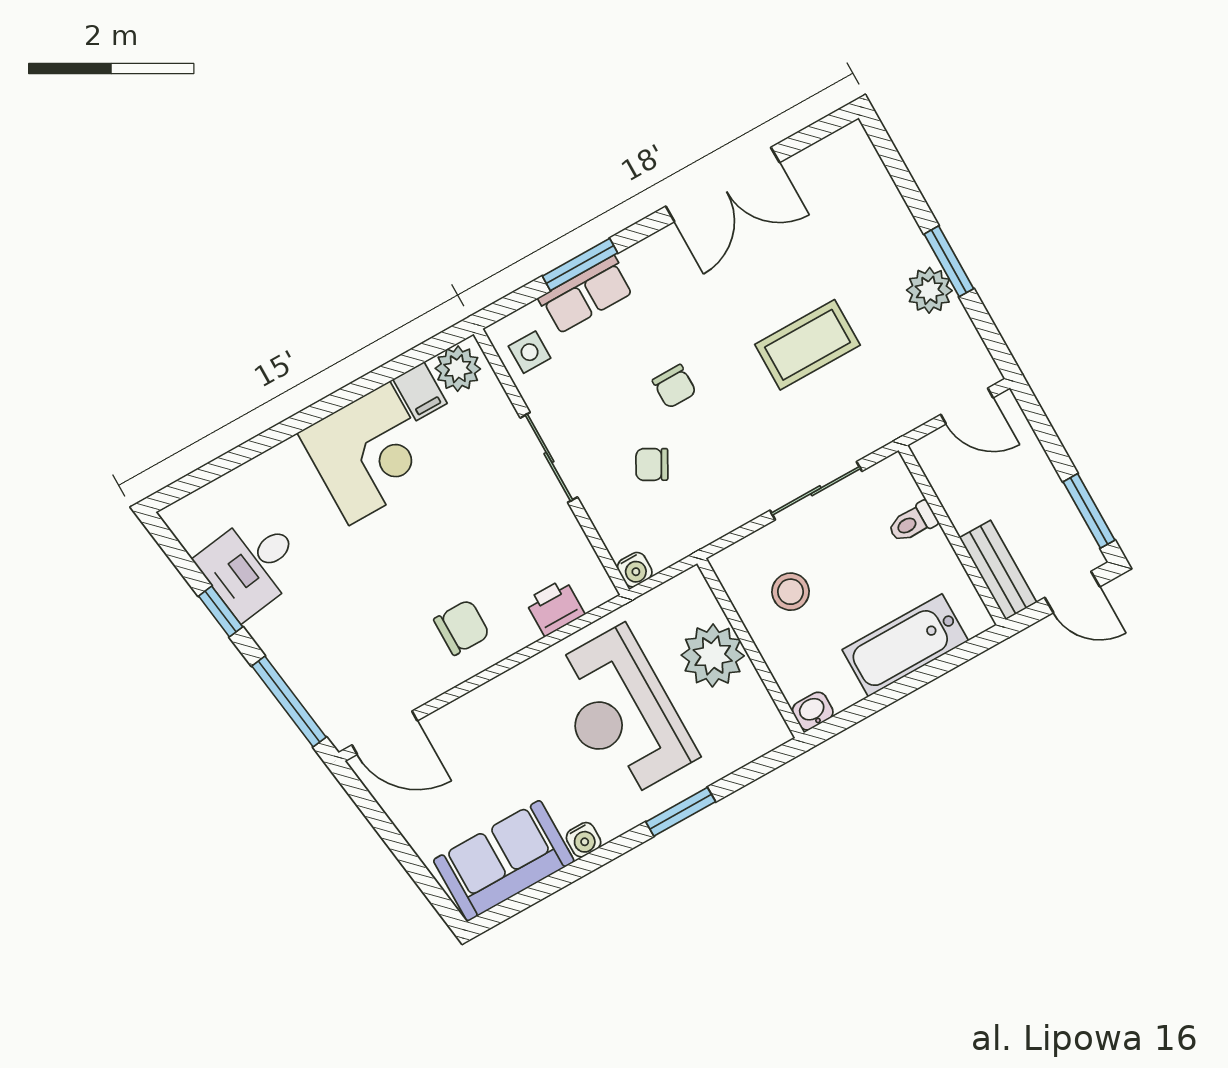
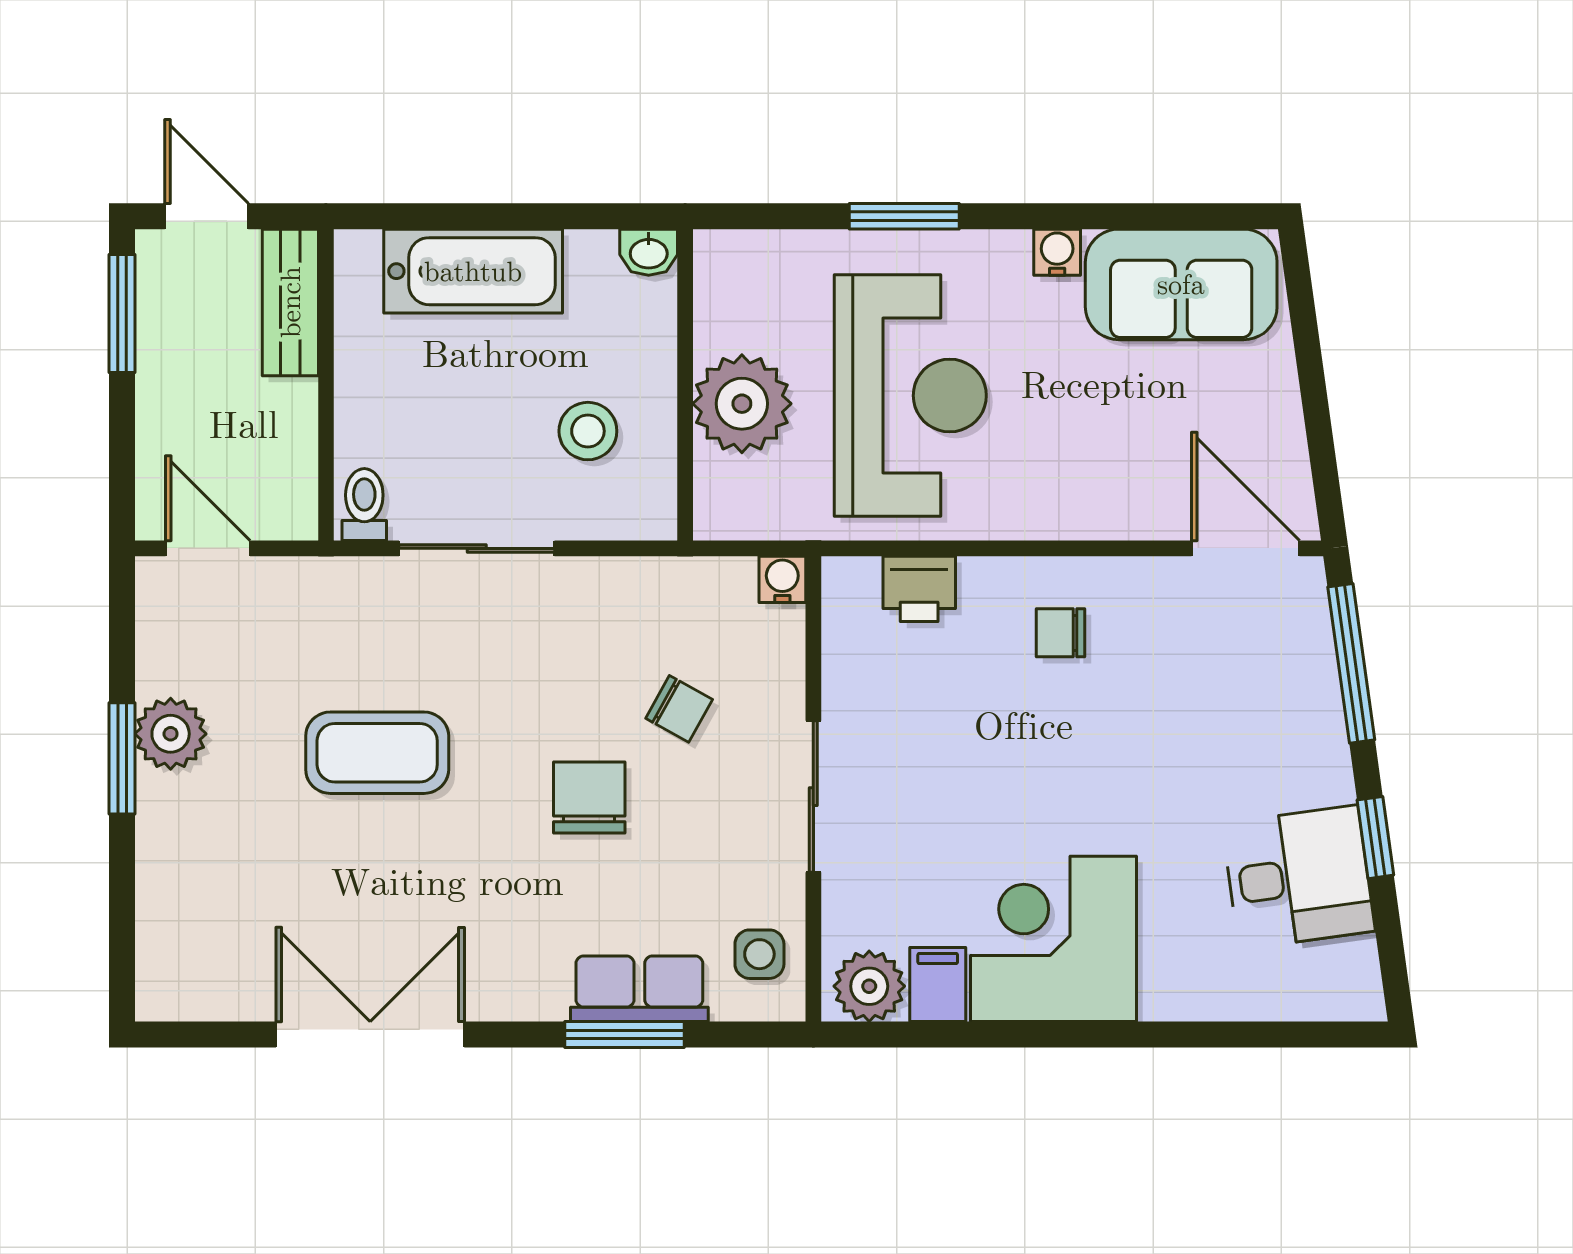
chair: (674, 386) -> (589, 798), width x1.37, depth x1.37
toilet: (913, 522) -> (364, 505), moved, turned -90
chair: (462, 627) -> (1061, 633), width x0.73, depth x0.73

